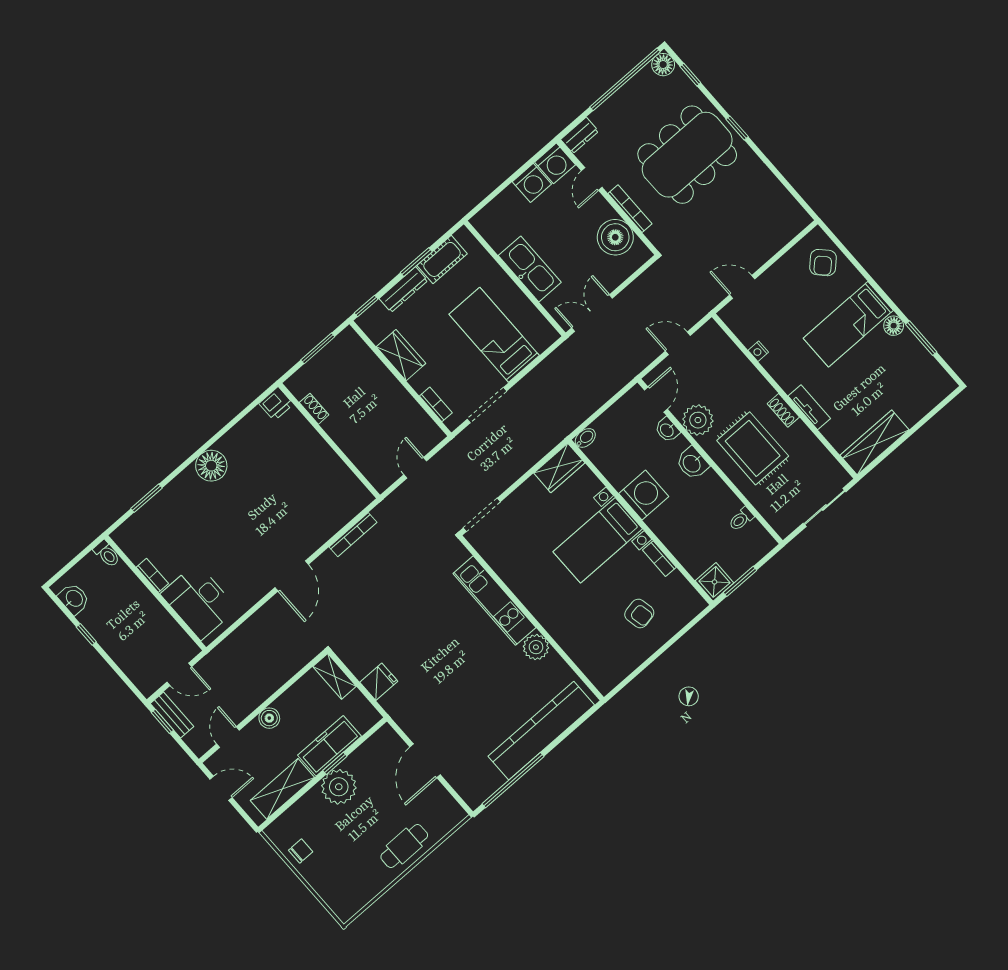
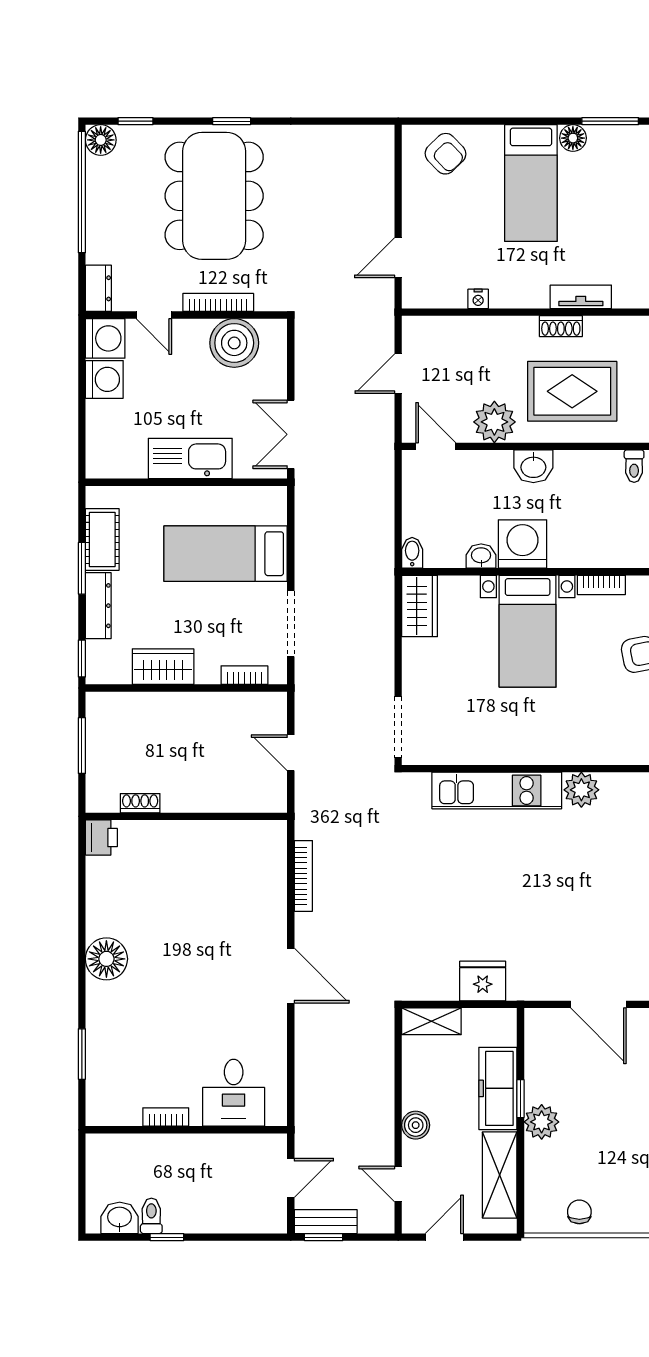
washbasin: (667, 430) -> (481, 556), moved, turned 180
toilet: (107, 554) -> (151, 1216), moved, turned -90
desk: (199, 601) -> (234, 1093), width x0.73
fridge: (379, 682) -> (483, 981), width x1.38
plant: (339, 787) -> (542, 1122), width x0.73, depth x0.73

